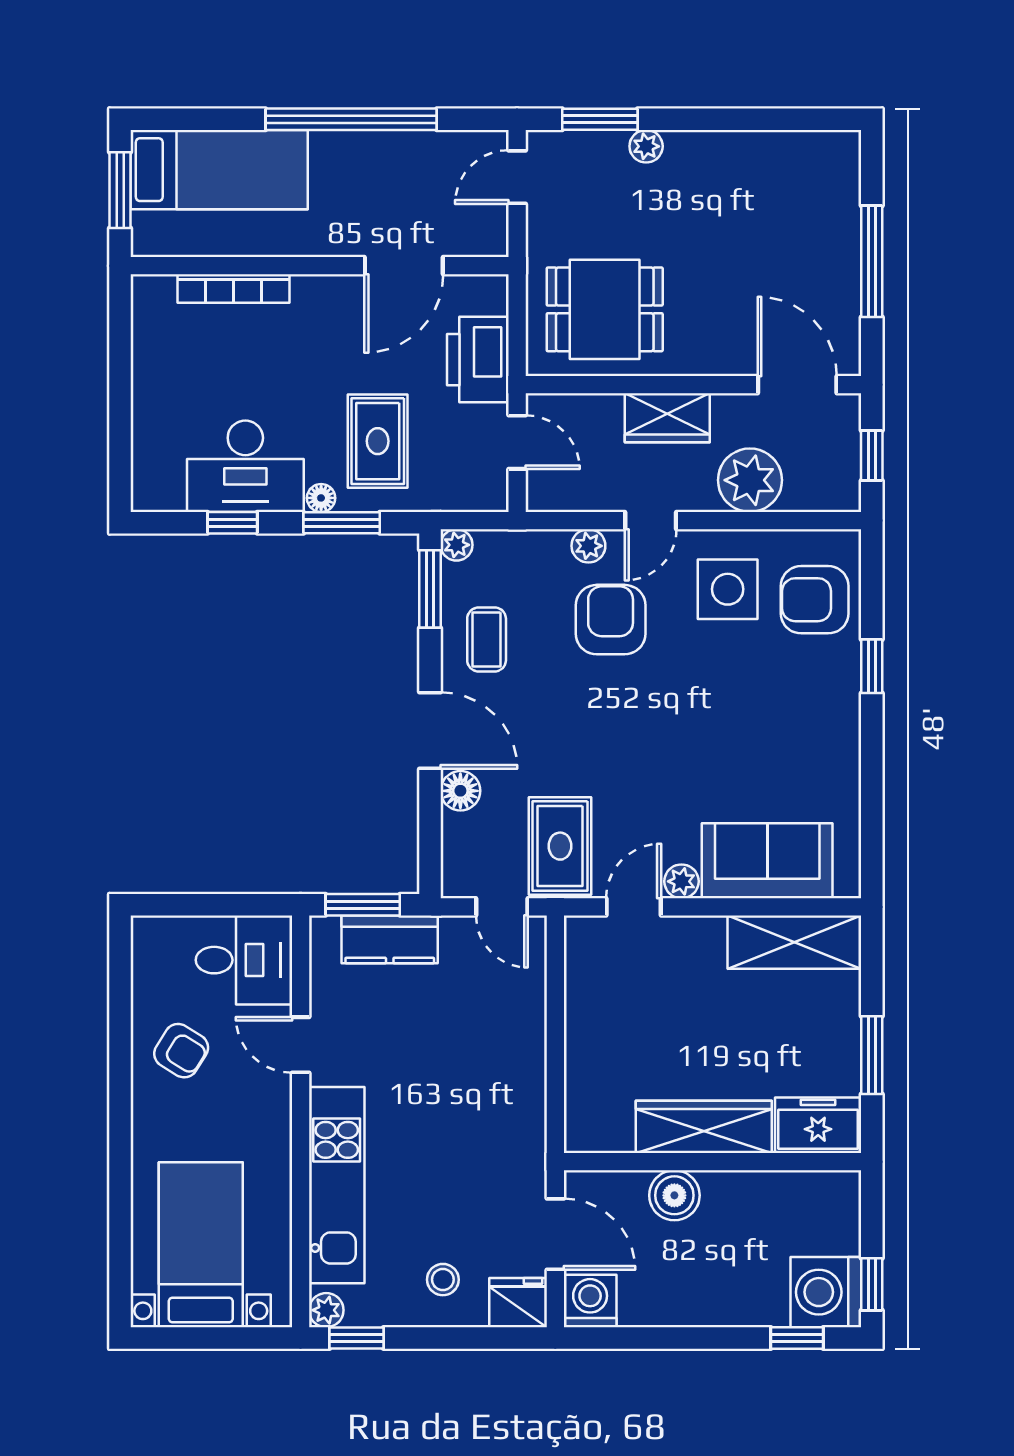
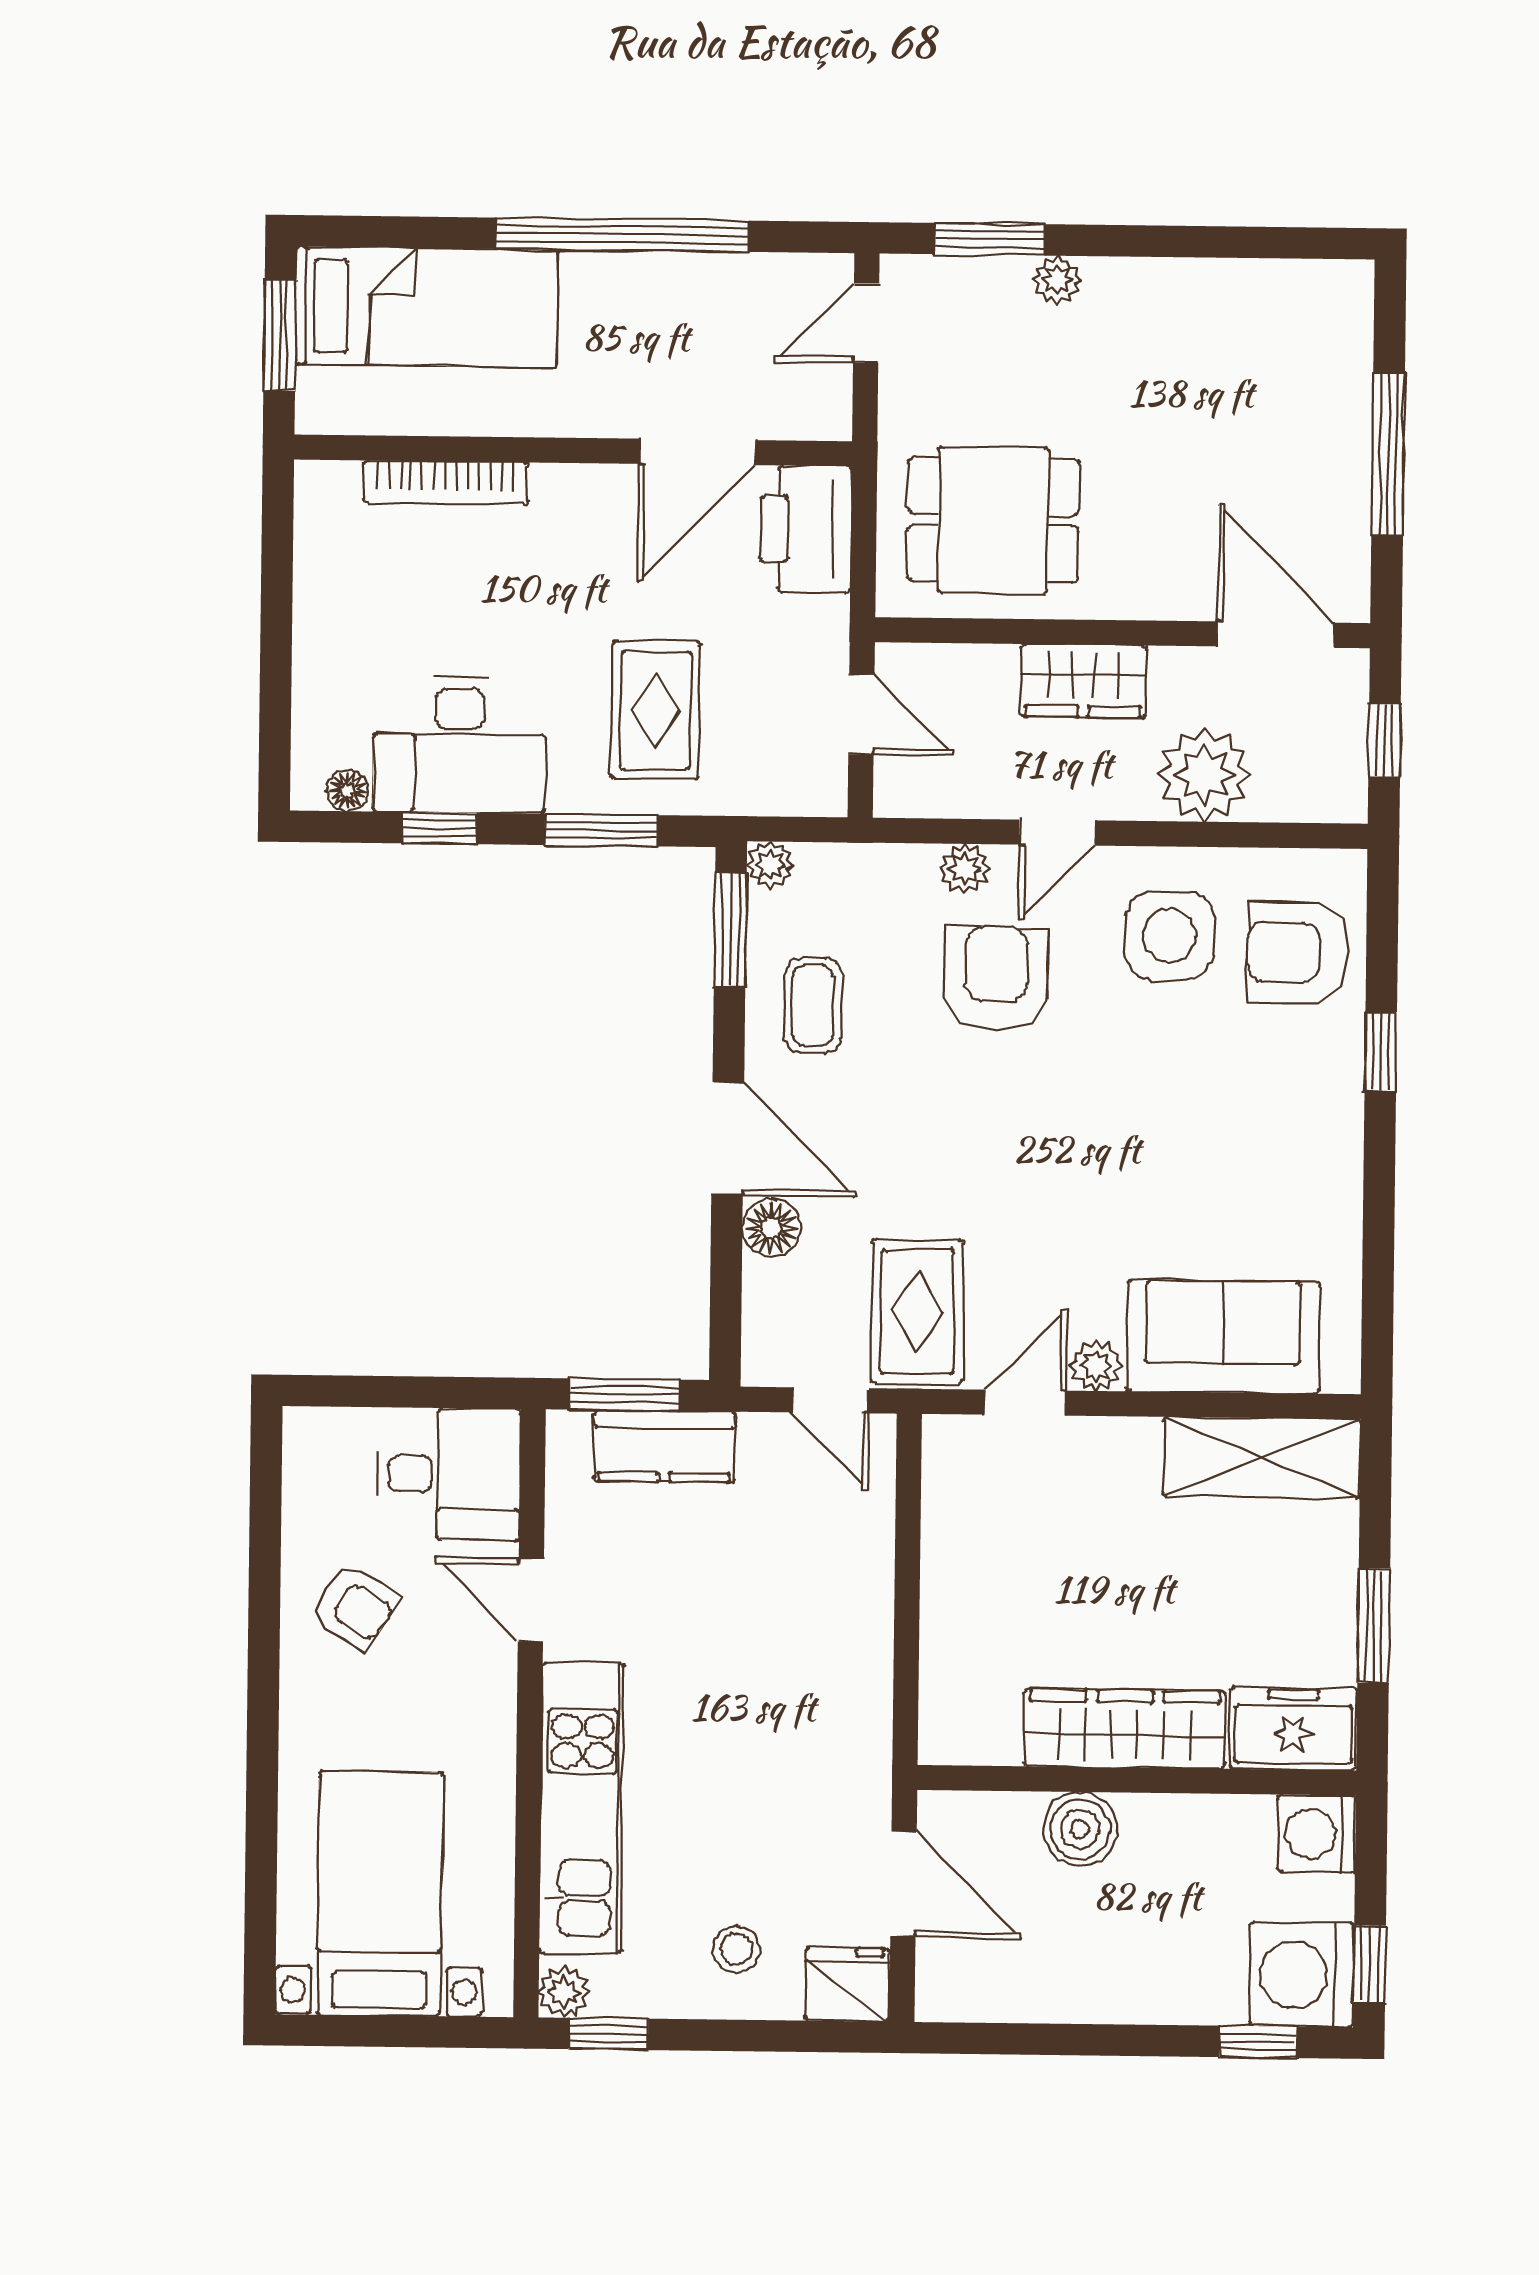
printer: (478, 360) -> (806, 529), moved
floor lamp: (321, 498) -> (347, 791), moved
washing machine: (590, 1301) -> (1317, 1834), moved, turned -90

